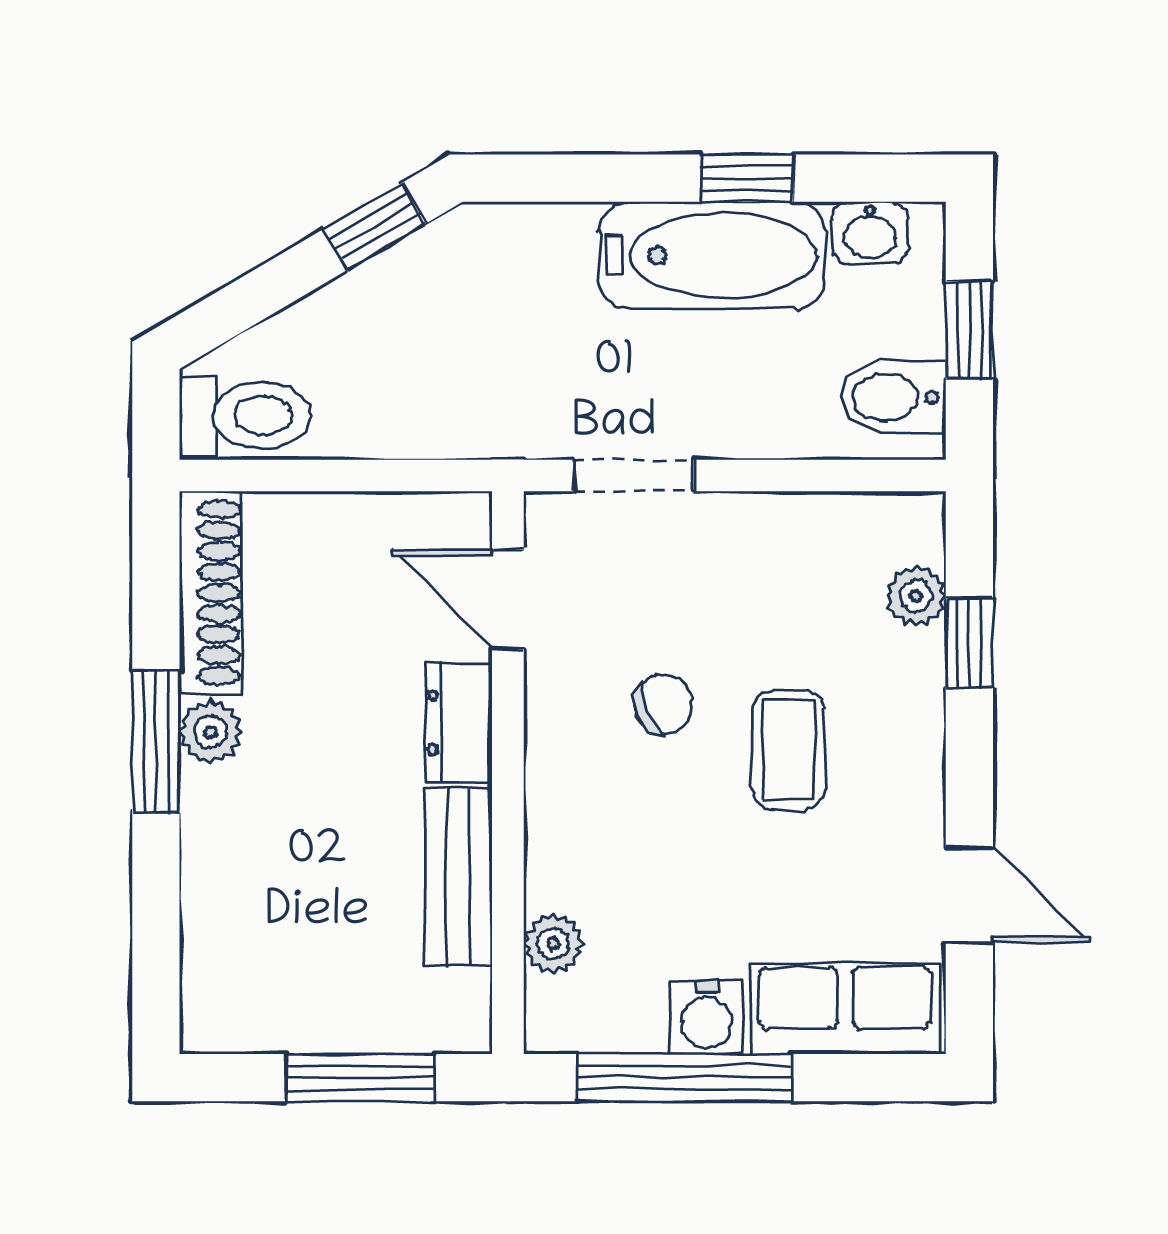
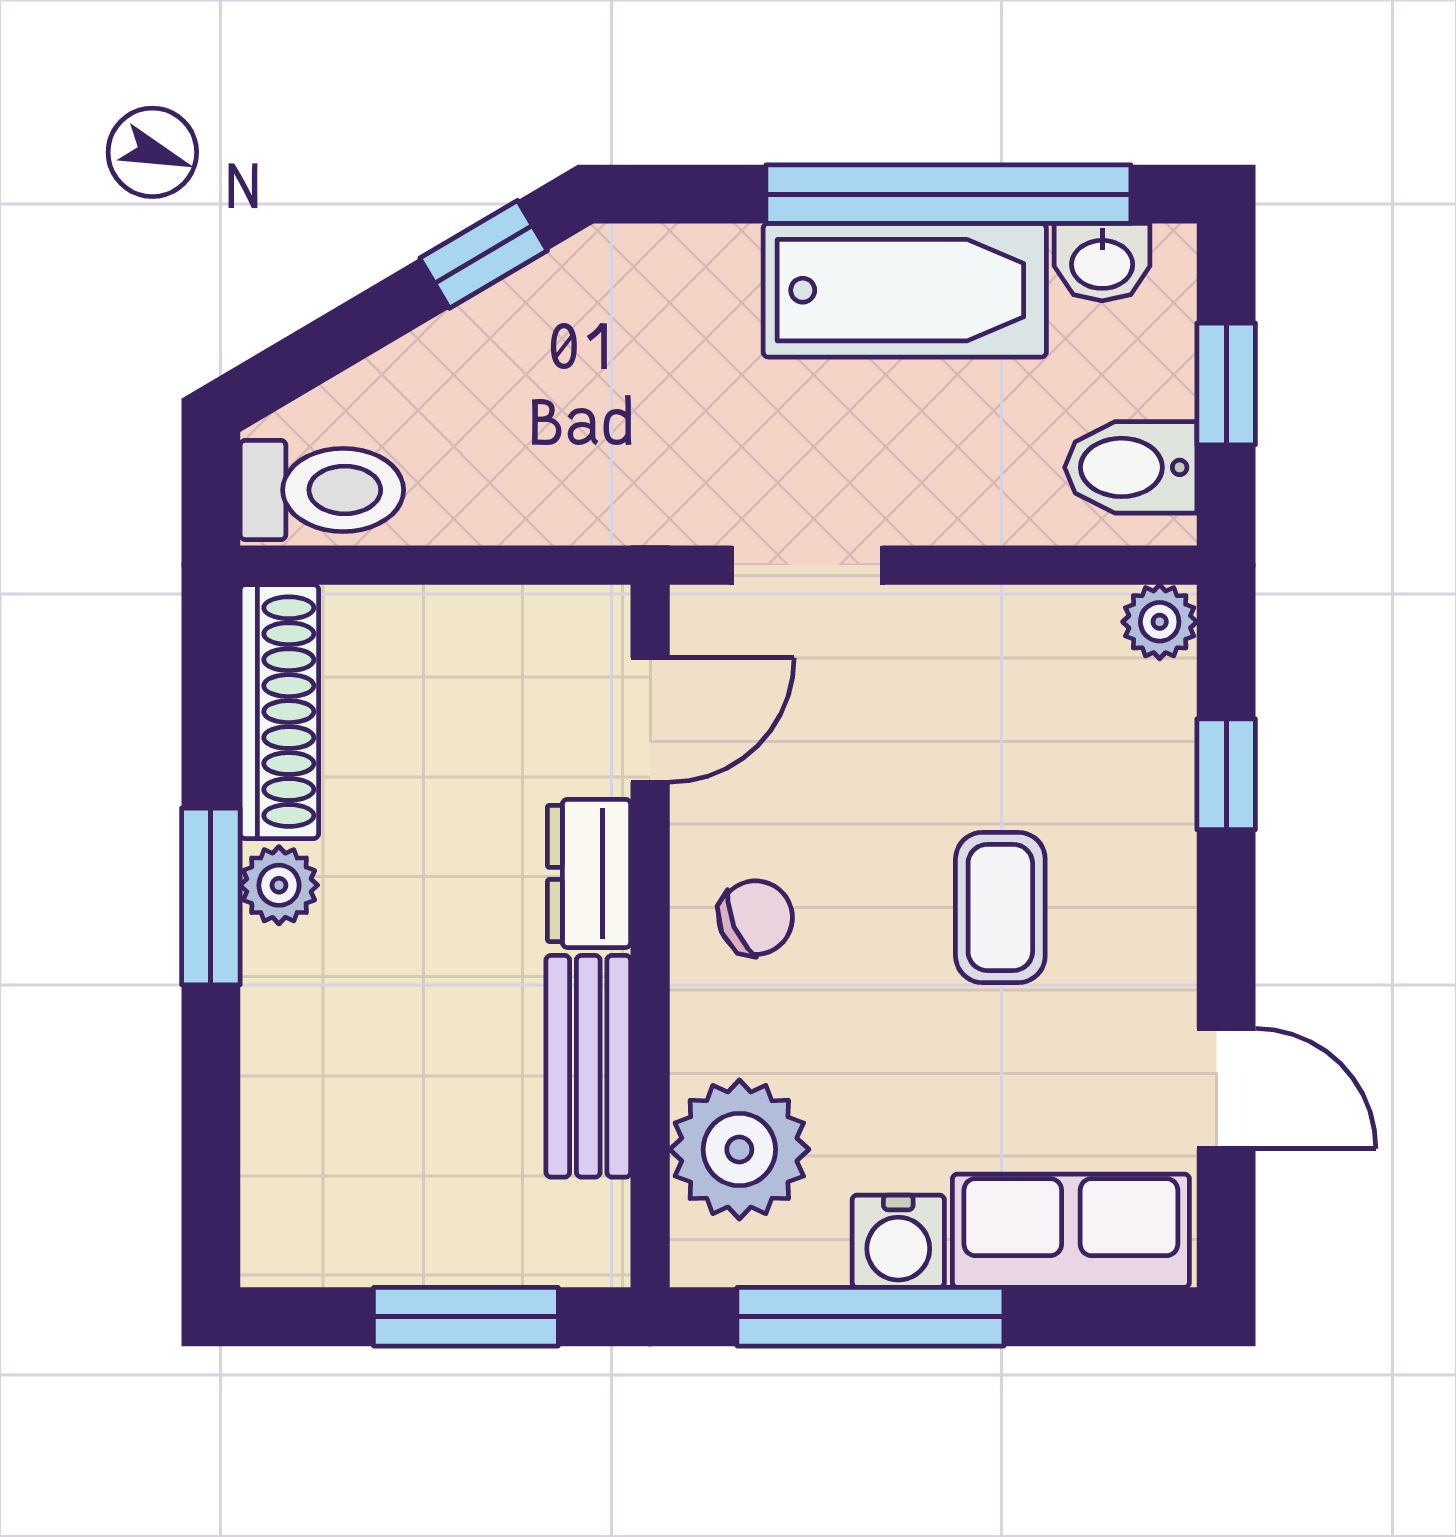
window: (747, 178) -> (948, 194), width x3.17
plant: (916, 596) -> (1160, 622), moved
door: (508, 600) -> (650, 720), swing flipped
chair: (664, 704) -> (756, 918), moved
plant: (553, 944) -> (739, 1149), width x1.88, depth x1.88

